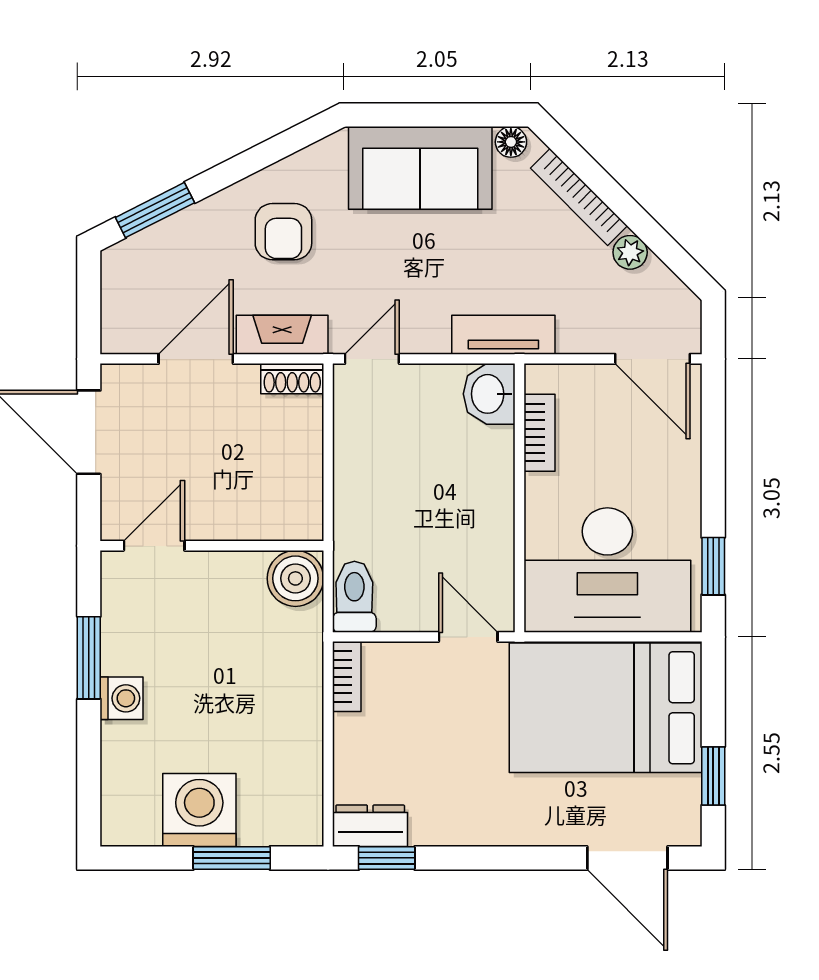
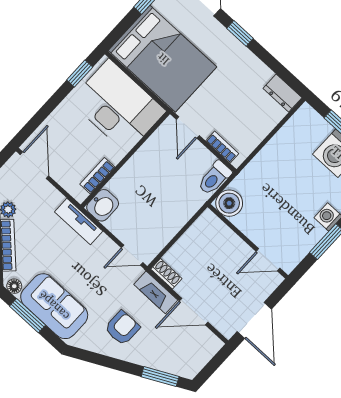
window: (448, 115) -> (27, 316), added
bookcase: (347, 677) -> (222, 147), moved, turned 90
window: (387, 858) -> (240, 33), moved

